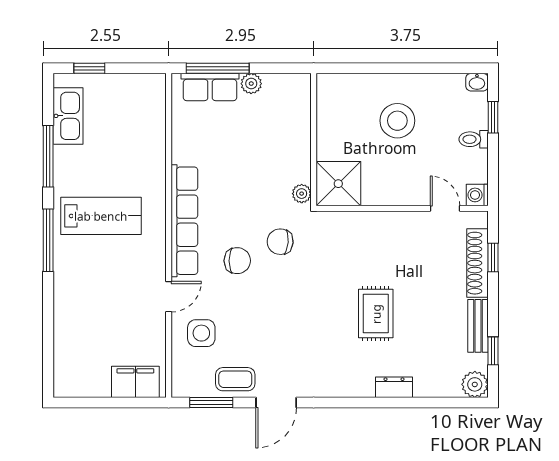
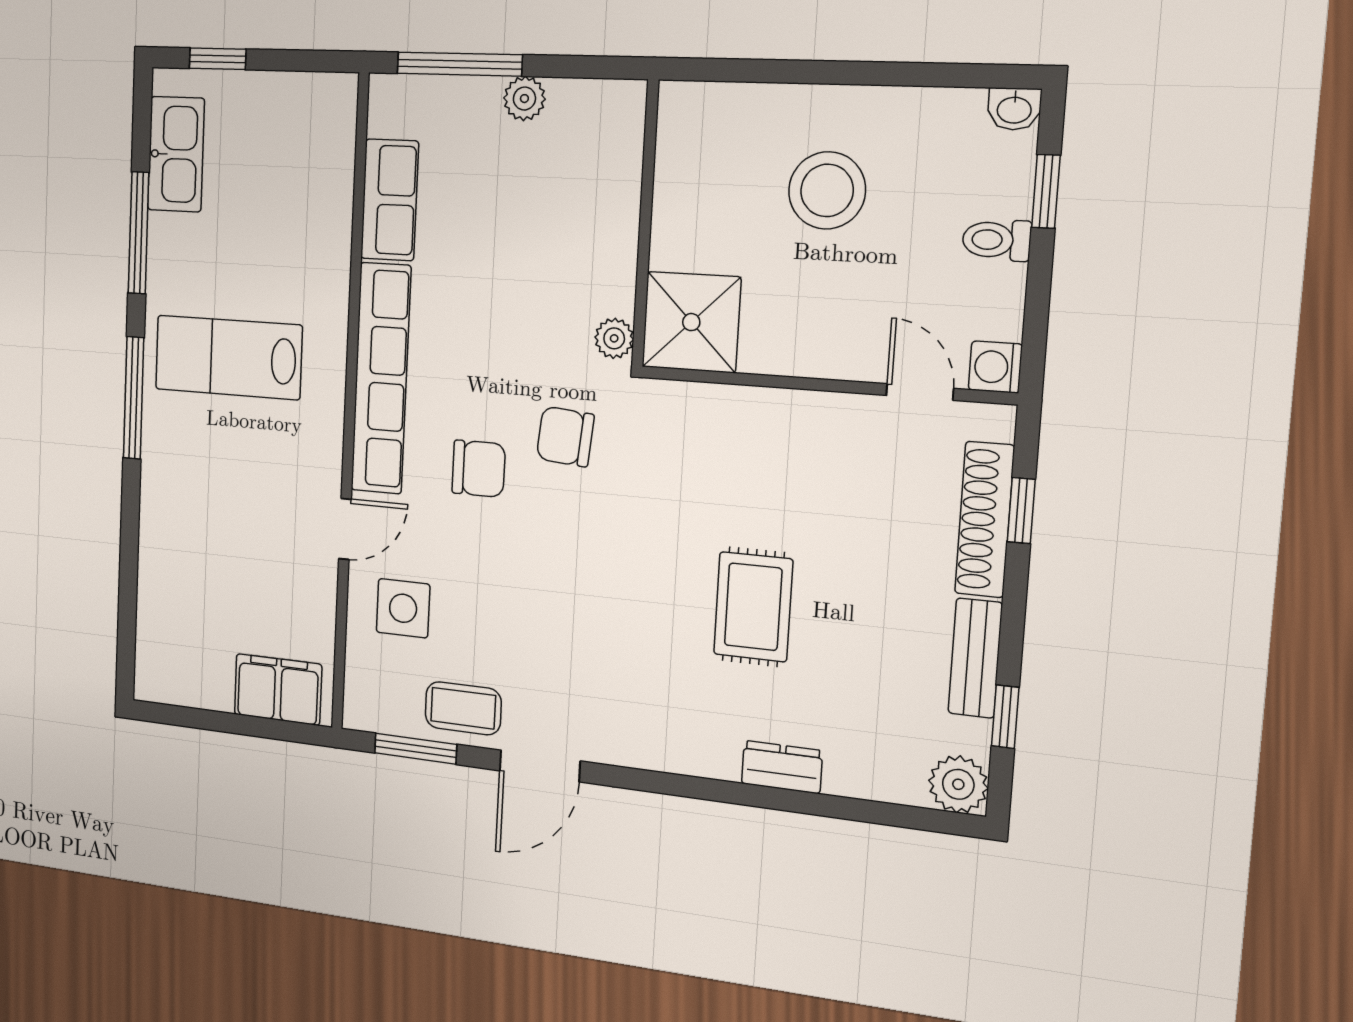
row of seats: (210, 87) -> (390, 200), moved, turned -90
lab bench: (101, 216) -> (228, 357), turned 180

